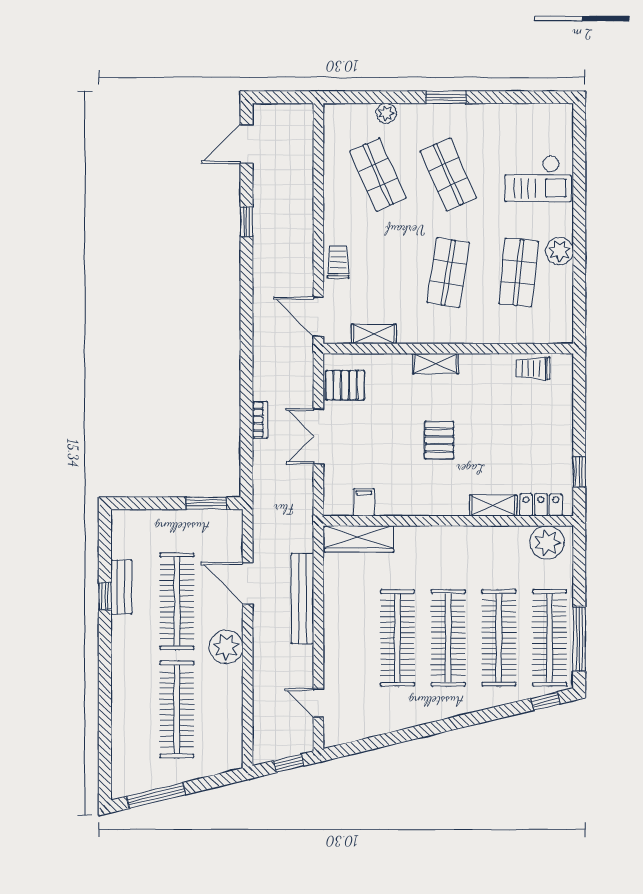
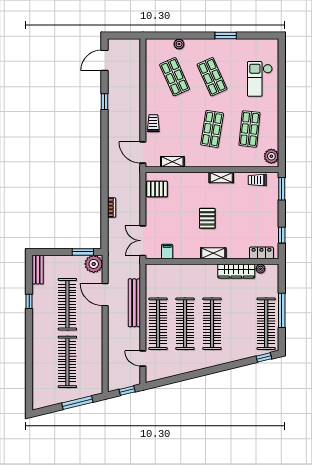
window: (446, 97) -> (226, 36), moved
checkout: (538, 179) -> (260, 79), turned 90
plant: (560, 251) -> (271, 156), moved
shelving: (435, 364) -> (221, 178), moved
window: (579, 385) -> (282, 189), added
double door: (318, 436) -> (143, 241), moved
shelving: (493, 506) -> (213, 253), moved
wardrobe: (359, 539) -> (236, 271), moved
plant: (547, 543) -> (260, 269), width x0.53, depth x0.53
bench: (121, 587) -> (38, 270), moved
clothes rail: (499, 638) -> (158, 324), moved
window: (579, 639) -> (282, 310), moved
plant: (226, 647) -> (94, 264), moved
window: (156, 795) -> (77, 403), moved

